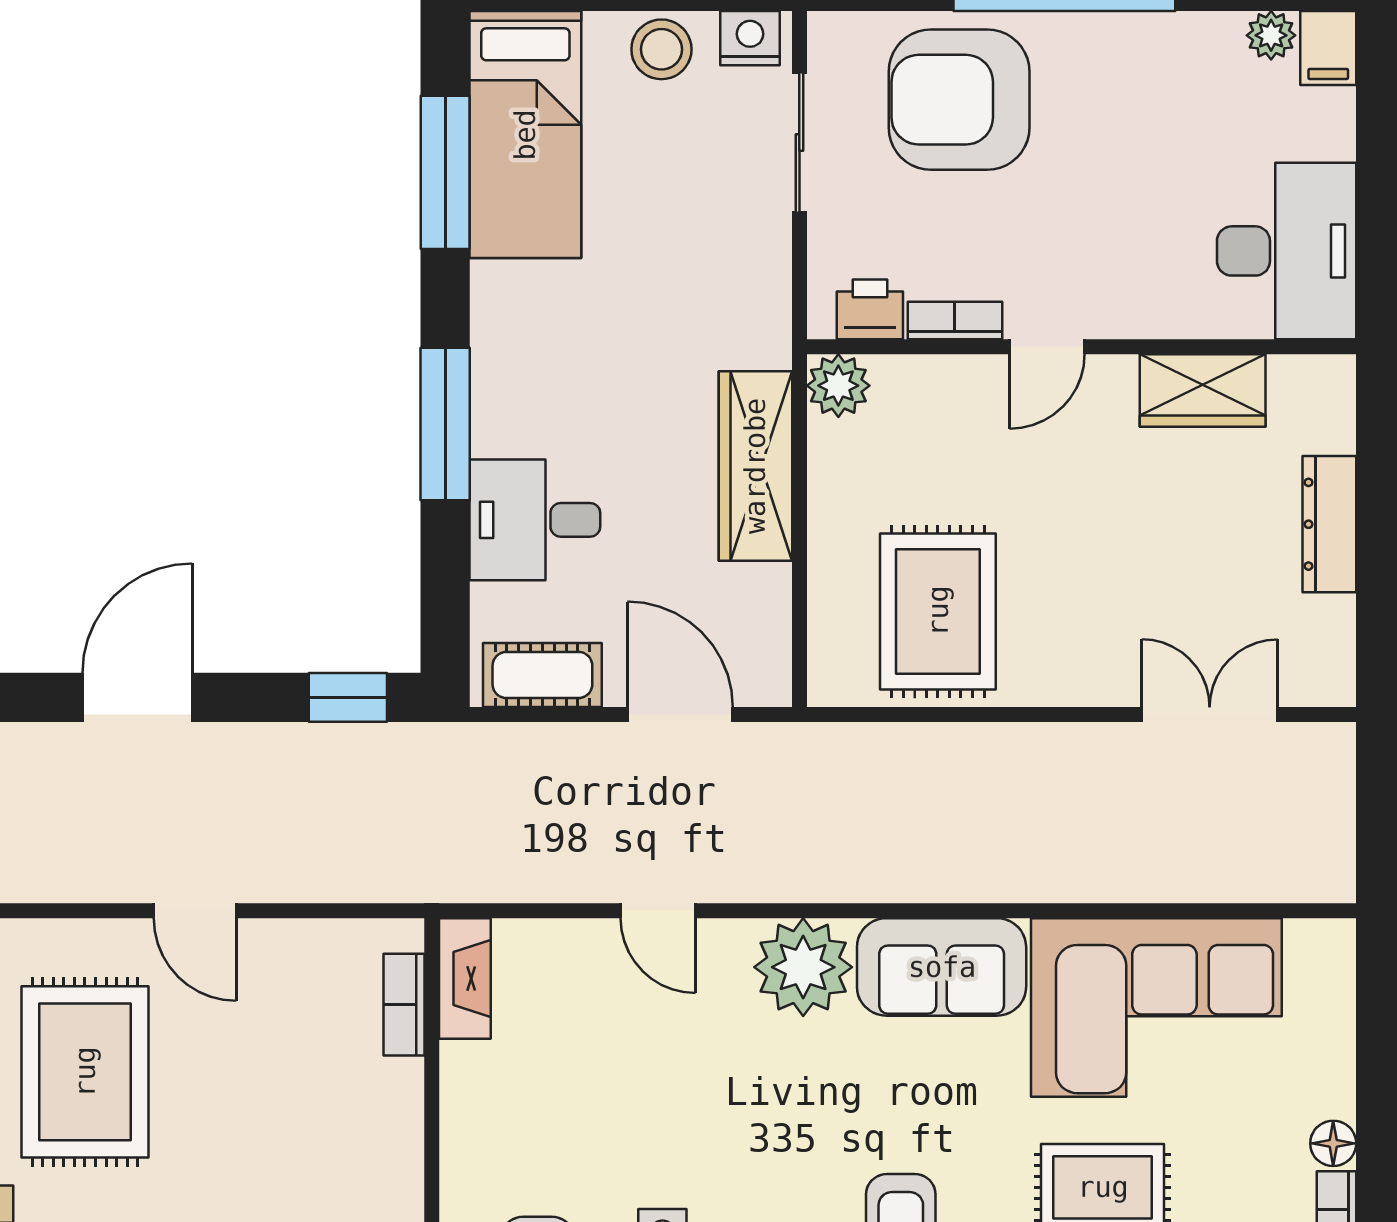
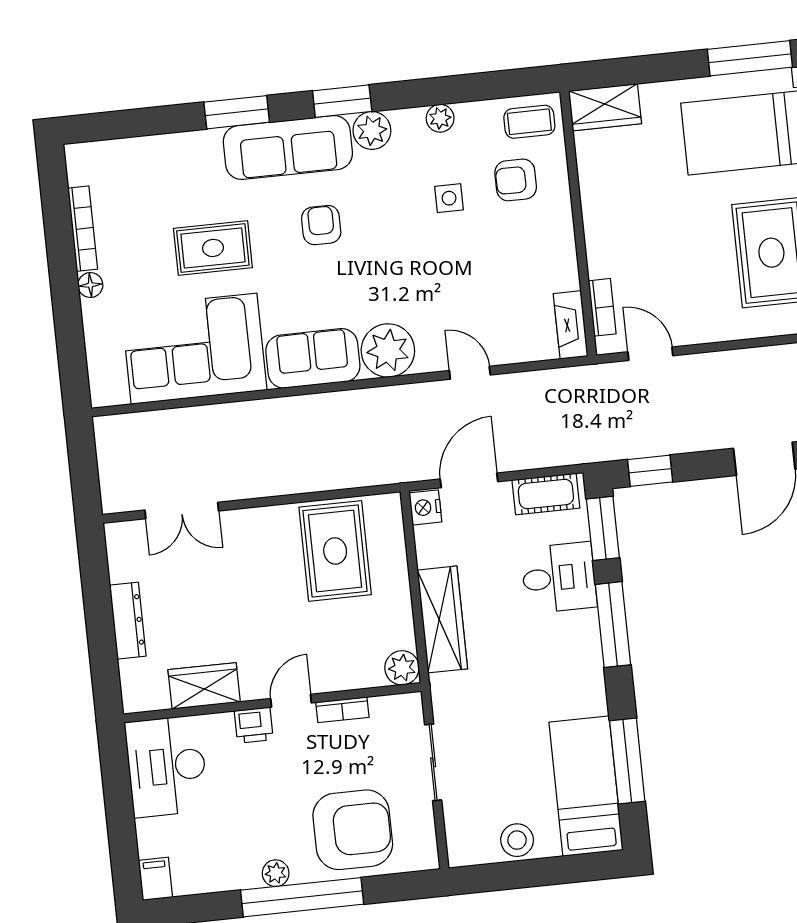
plant: (1271, 35) -> (276, 873), moved
nightstand: (750, 38) -> (425, 507), moved, turned 90
sliding door: (799, 143) -> (433, 762), moved
printer: (870, 309) -> (254, 725), moved
window: (445, 601) -> (603, 528), added
door: (680, 715) -> (469, 480), swing flipped
door: (195, 911) -> (650, 354), moved

